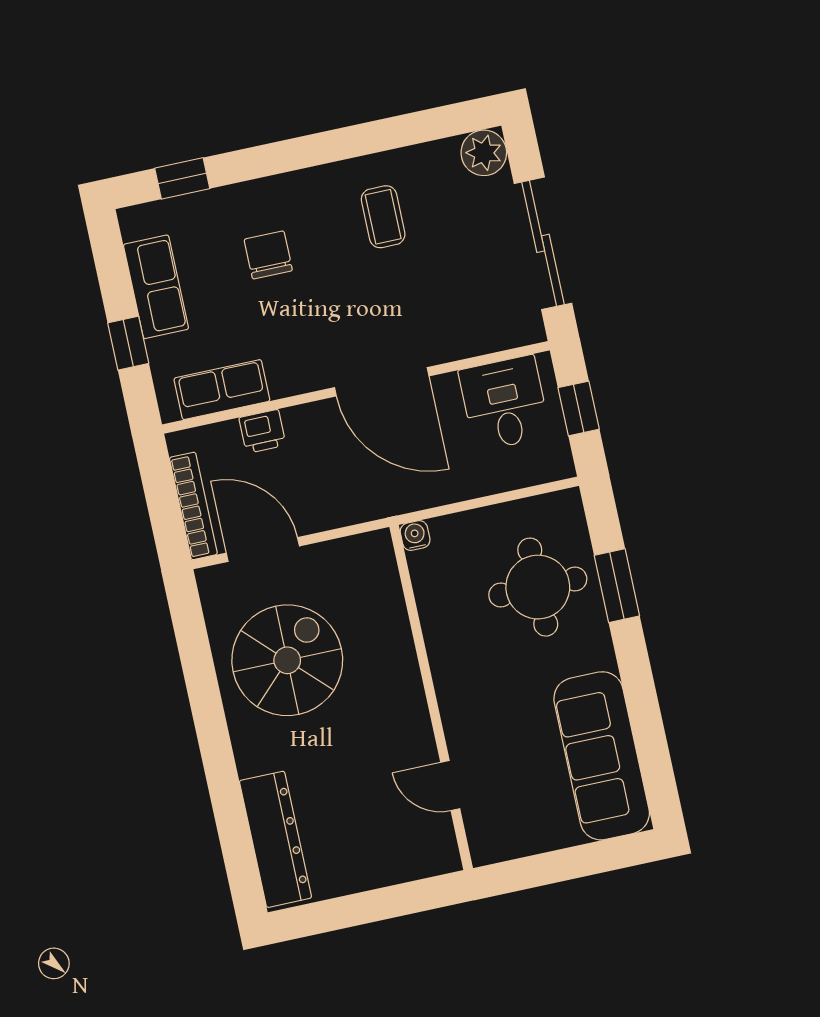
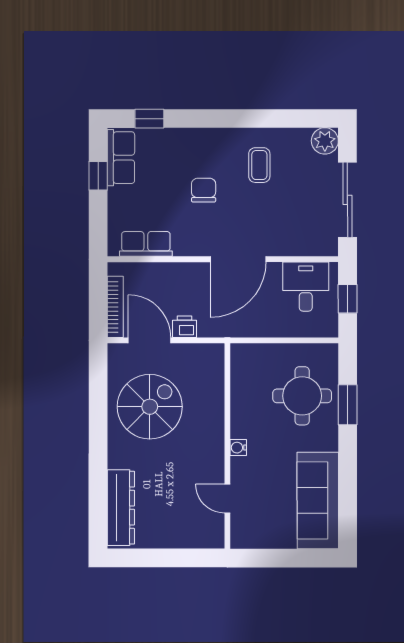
chair: (268, 255) -> (204, 190), moved
row of seats: (156, 287) -> (121, 158), moved
window: (128, 343) -> (98, 176), moved
door: (382, 382) -> (238, 259), hinge flipped
printer: (262, 431) -> (184, 327), moved, turned 180
water cooler: (415, 536) -> (238, 448), moved, turned -90

